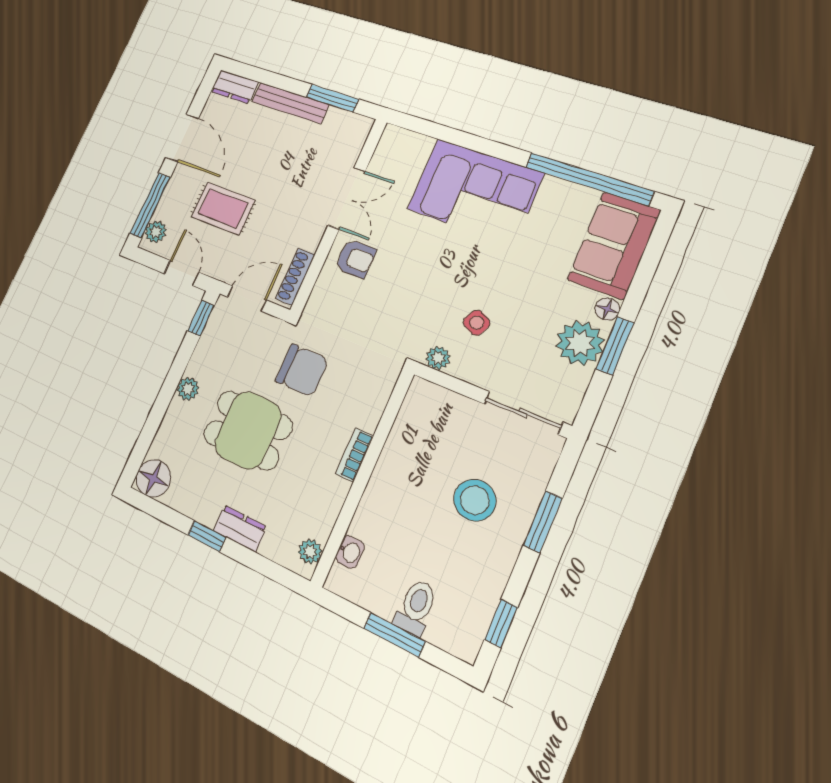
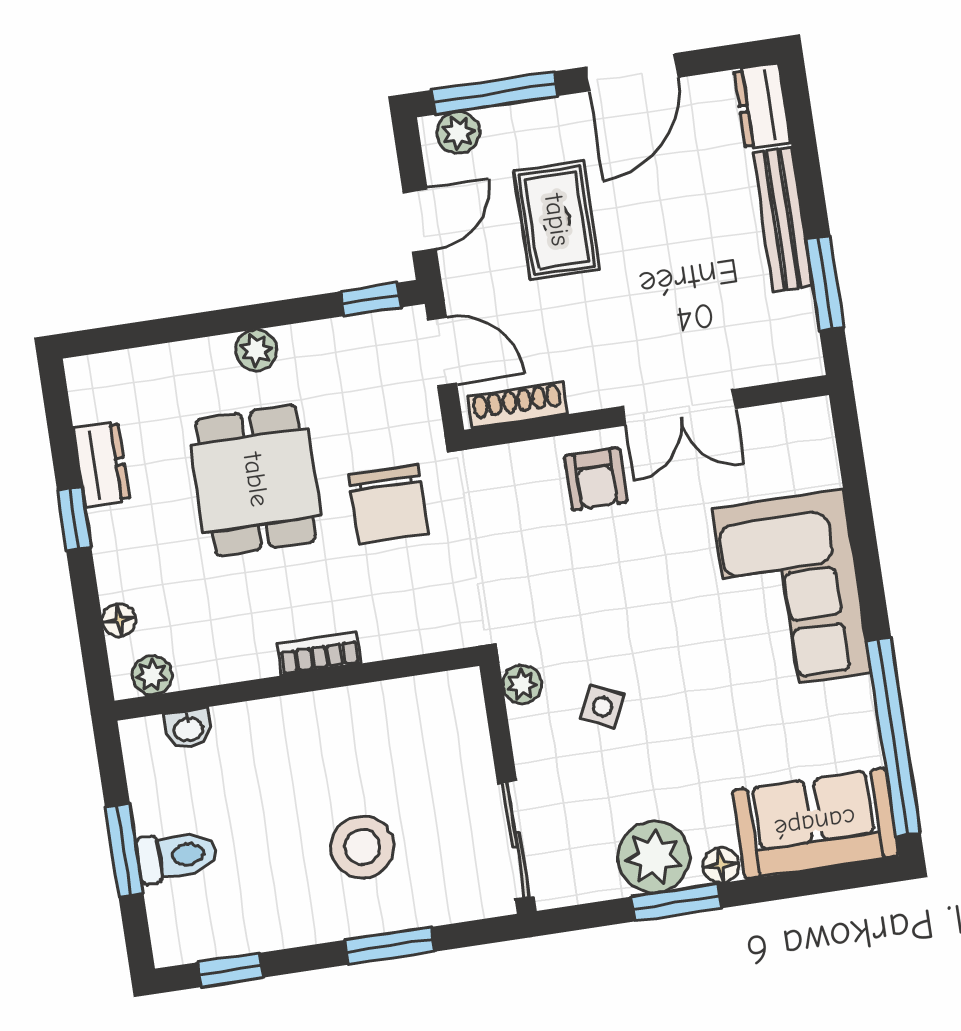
floor lamp: (153, 478) -> (119, 620), moved, width x0.53, depth x0.53
dresser: (240, 529) -> (102, 464), moved

